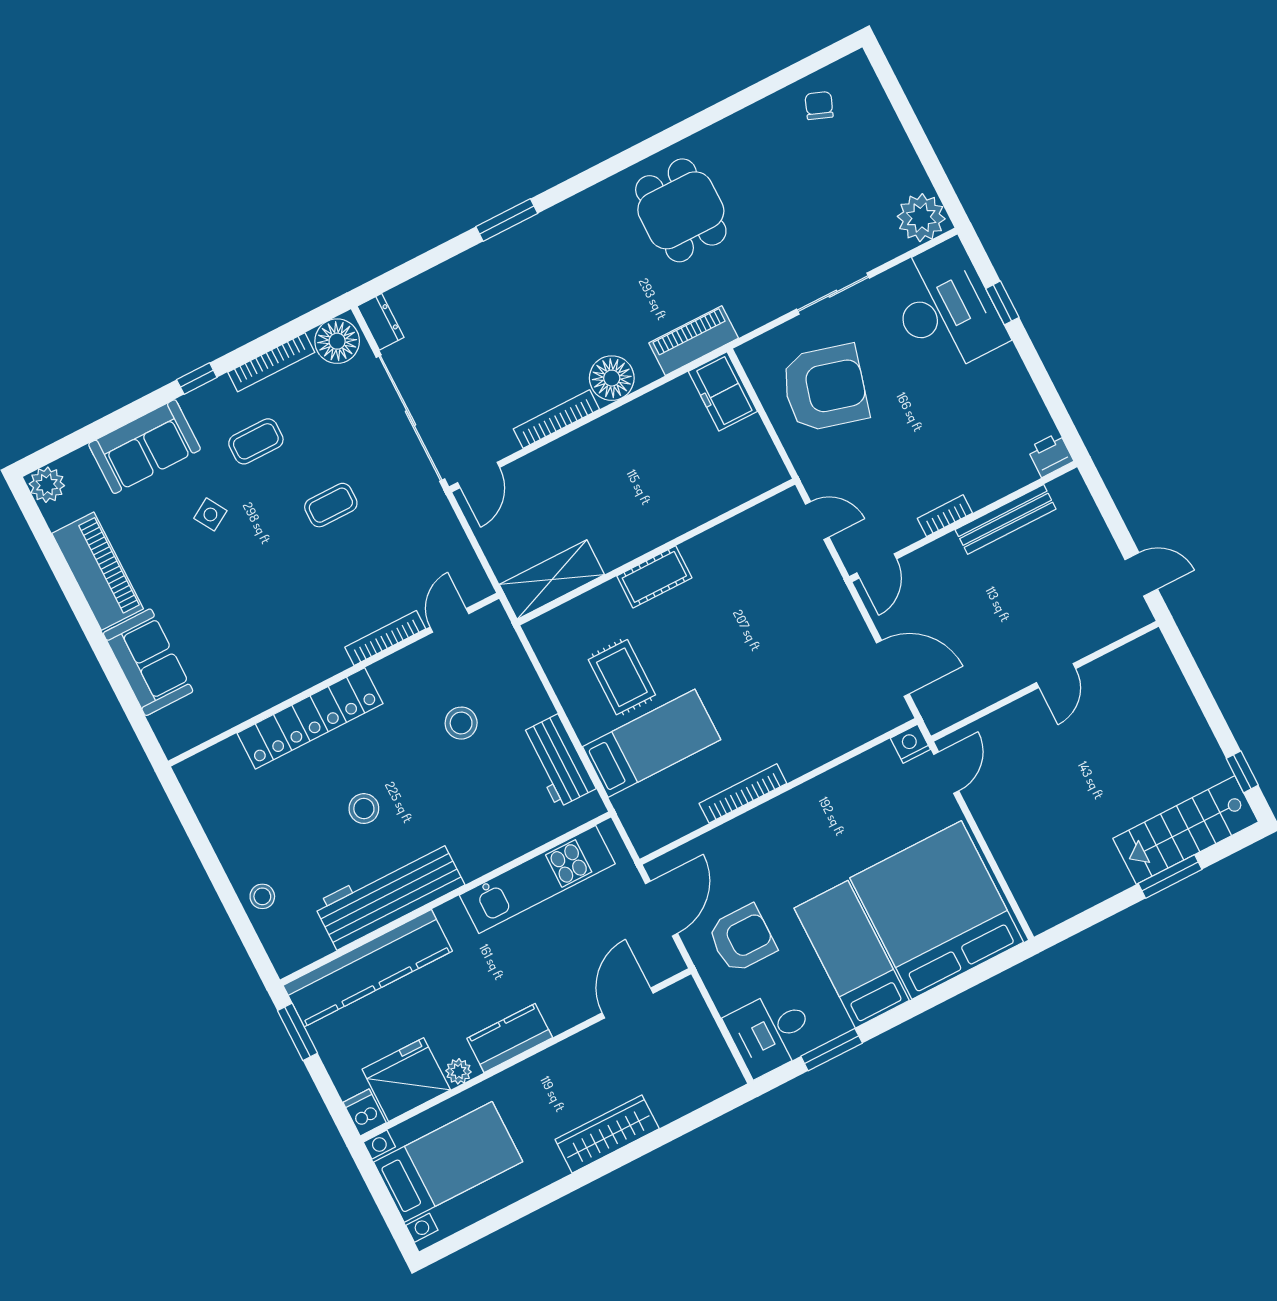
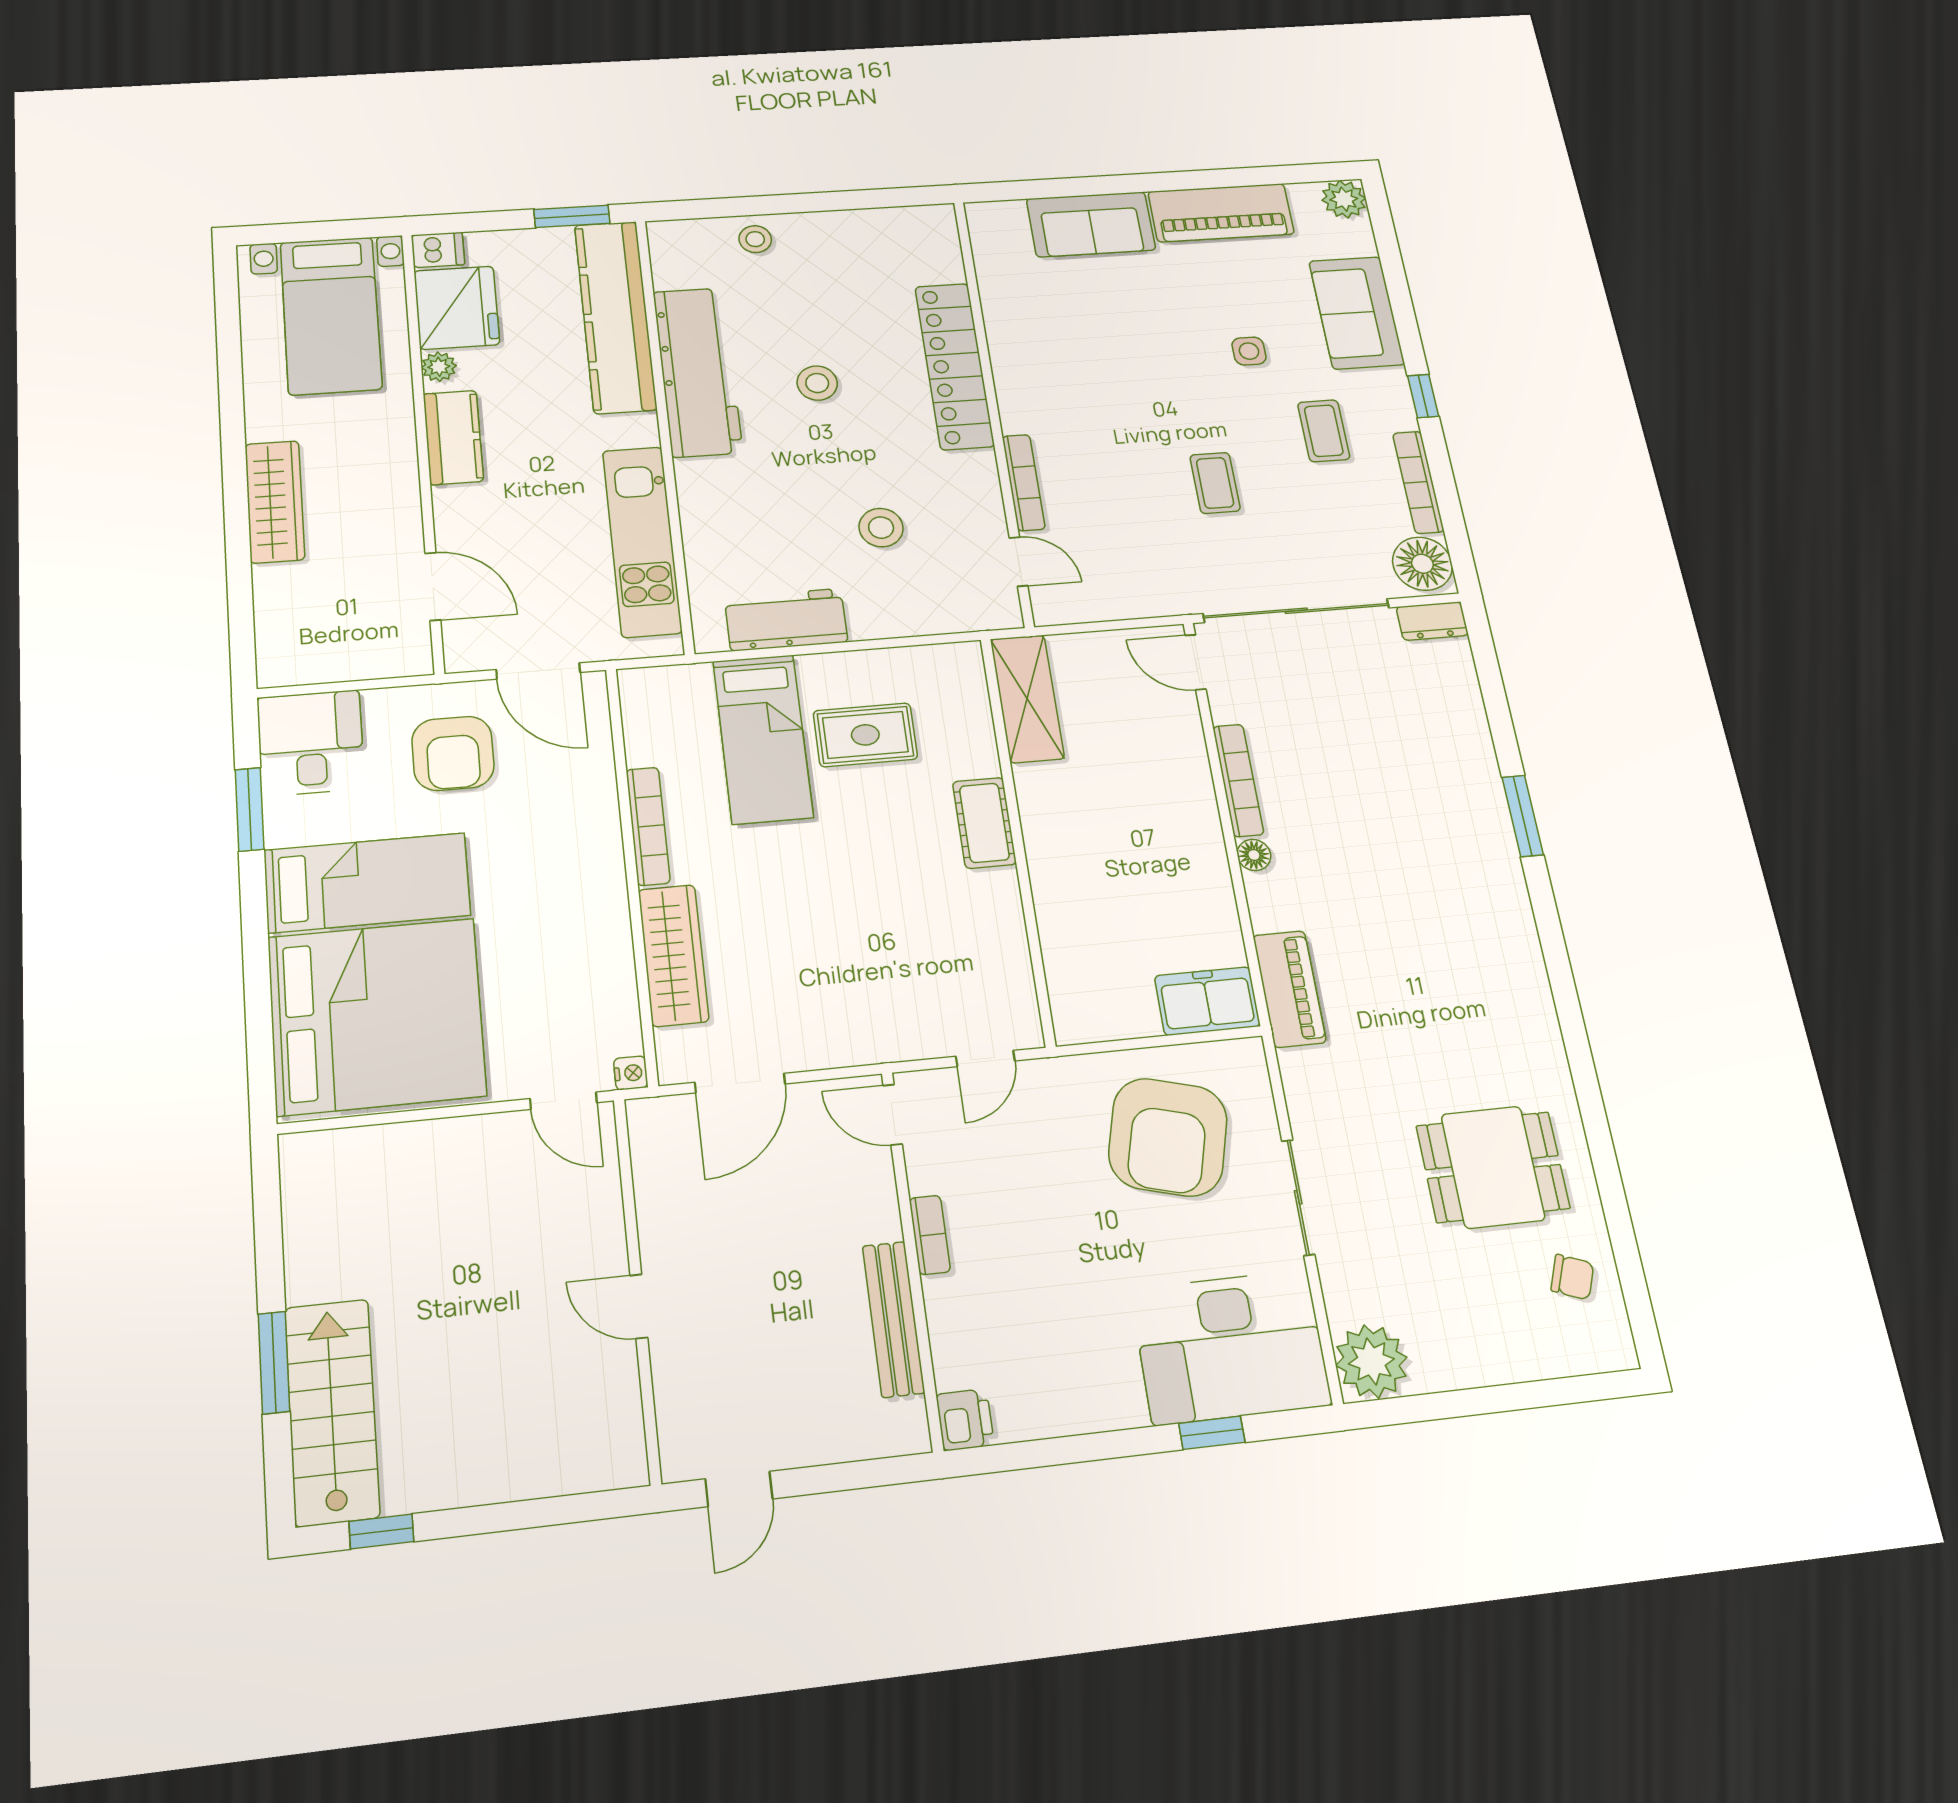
dining table: (681, 210) -> (1493, 1167), moved
floor lamp: (612, 378) -> (1254, 855), width x0.53, depth x0.53
side table: (210, 514) -> (1249, 351), turned 31
wardrobe: (825, 743) -> (673, 955), added
nightstand: (910, 744) -> (631, 1073), width x0.72, depth x0.74

